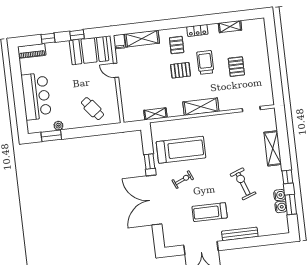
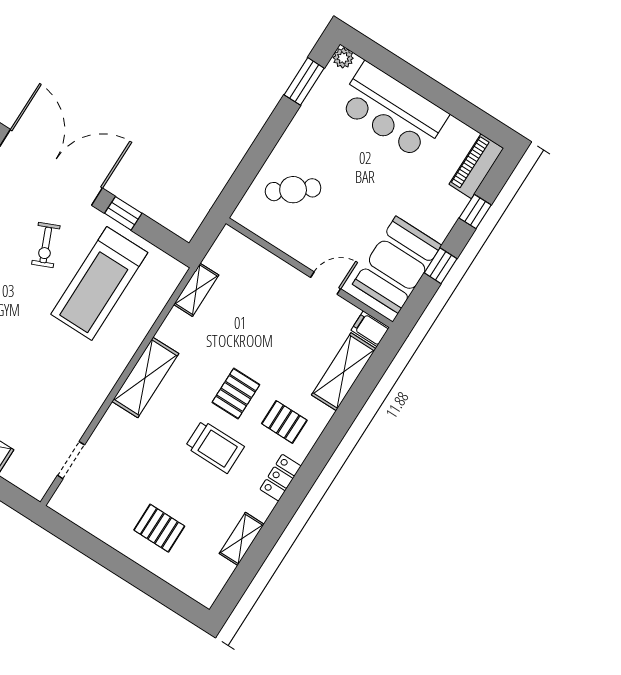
pallet: (236, 67) -> (159, 528), moved
plant: (58, 126) -> (343, 58), moved

